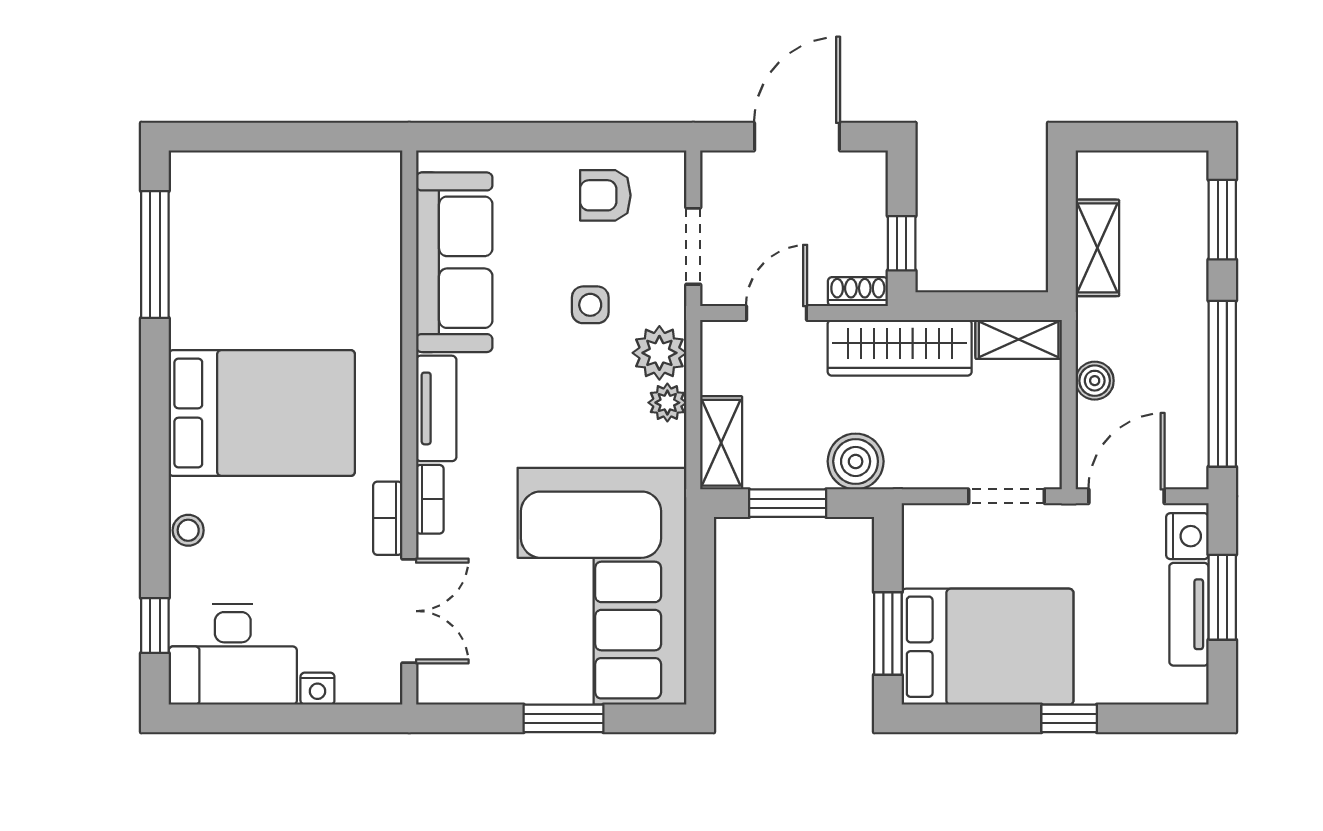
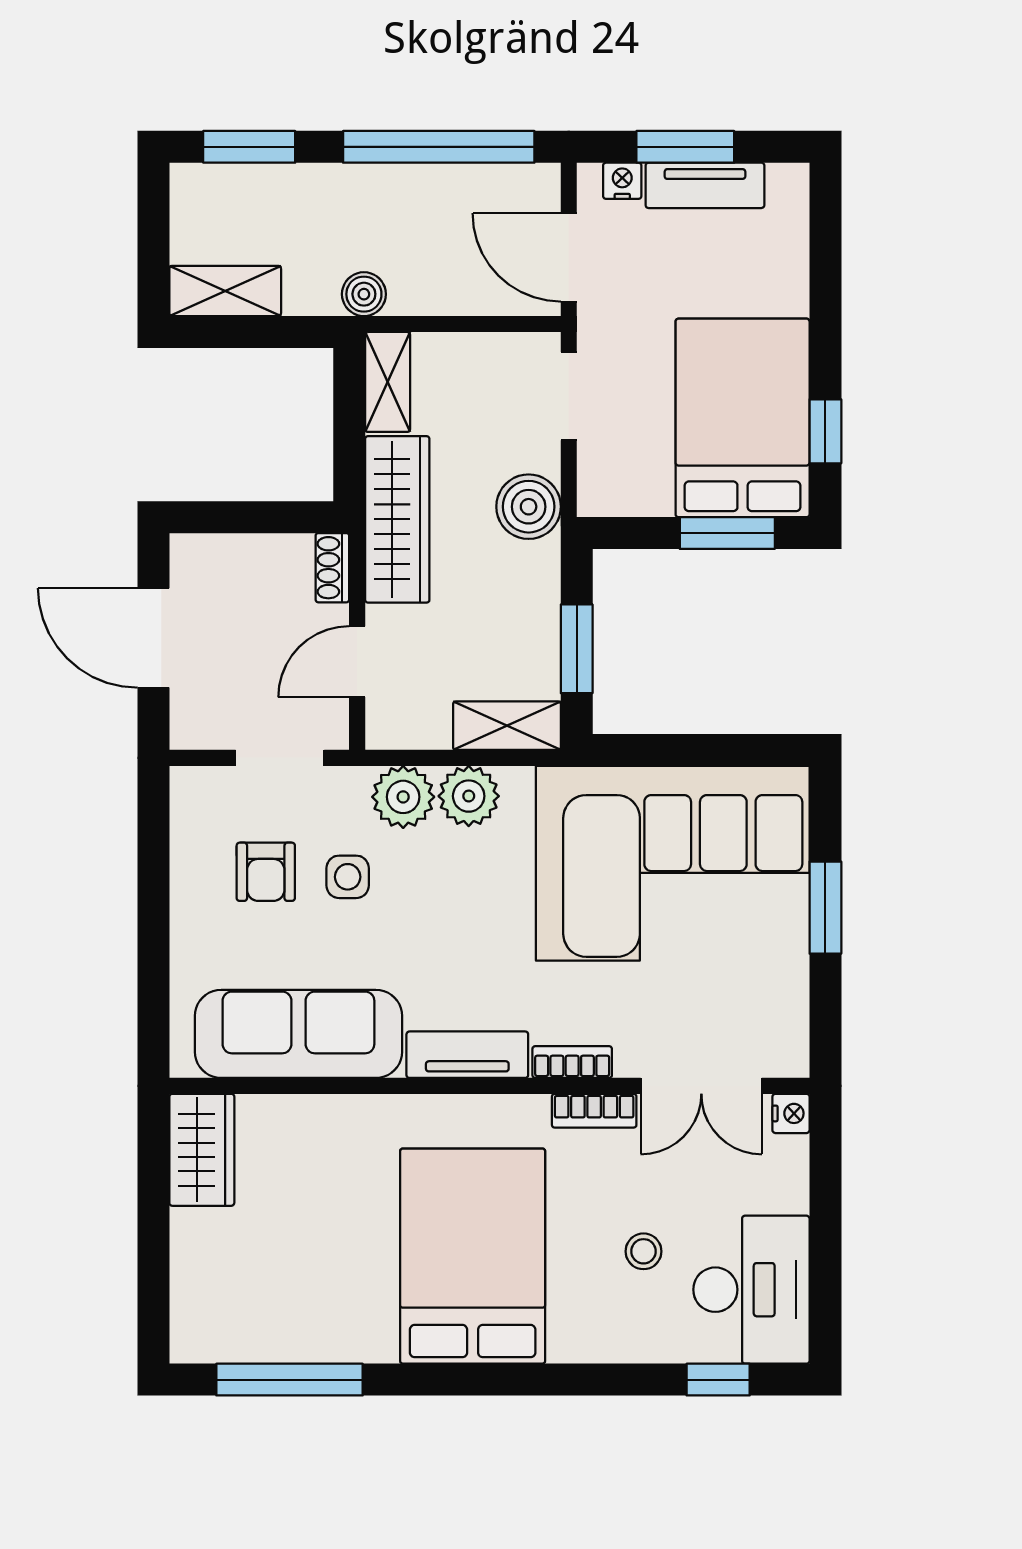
wardrobe: (354, 179) -> (202, 1150), added
armchair: (605, 195) -> (266, 872), moved
window: (902, 243) -> (277, 517), removed
shelving: (1097, 248) -> (225, 291), moved
door: (777, 313) -> (357, 662), hinge flipped
boiler: (1095, 381) -> (364, 294), moved
plant: (667, 403) -> (469, 796), width x1.38, depth x1.38
boiler: (856, 461) -> (529, 507), moved
stool: (188, 530) -> (644, 1251), moved
nightstand: (1187, 536) -> (622, 181), width x0.72, depth x0.74
double door: (409, 611) -> (701, 1086), swing flipped
nightstand: (317, 689) -> (791, 1113), moved
window: (1069, 718) -> (825, 431), moved

